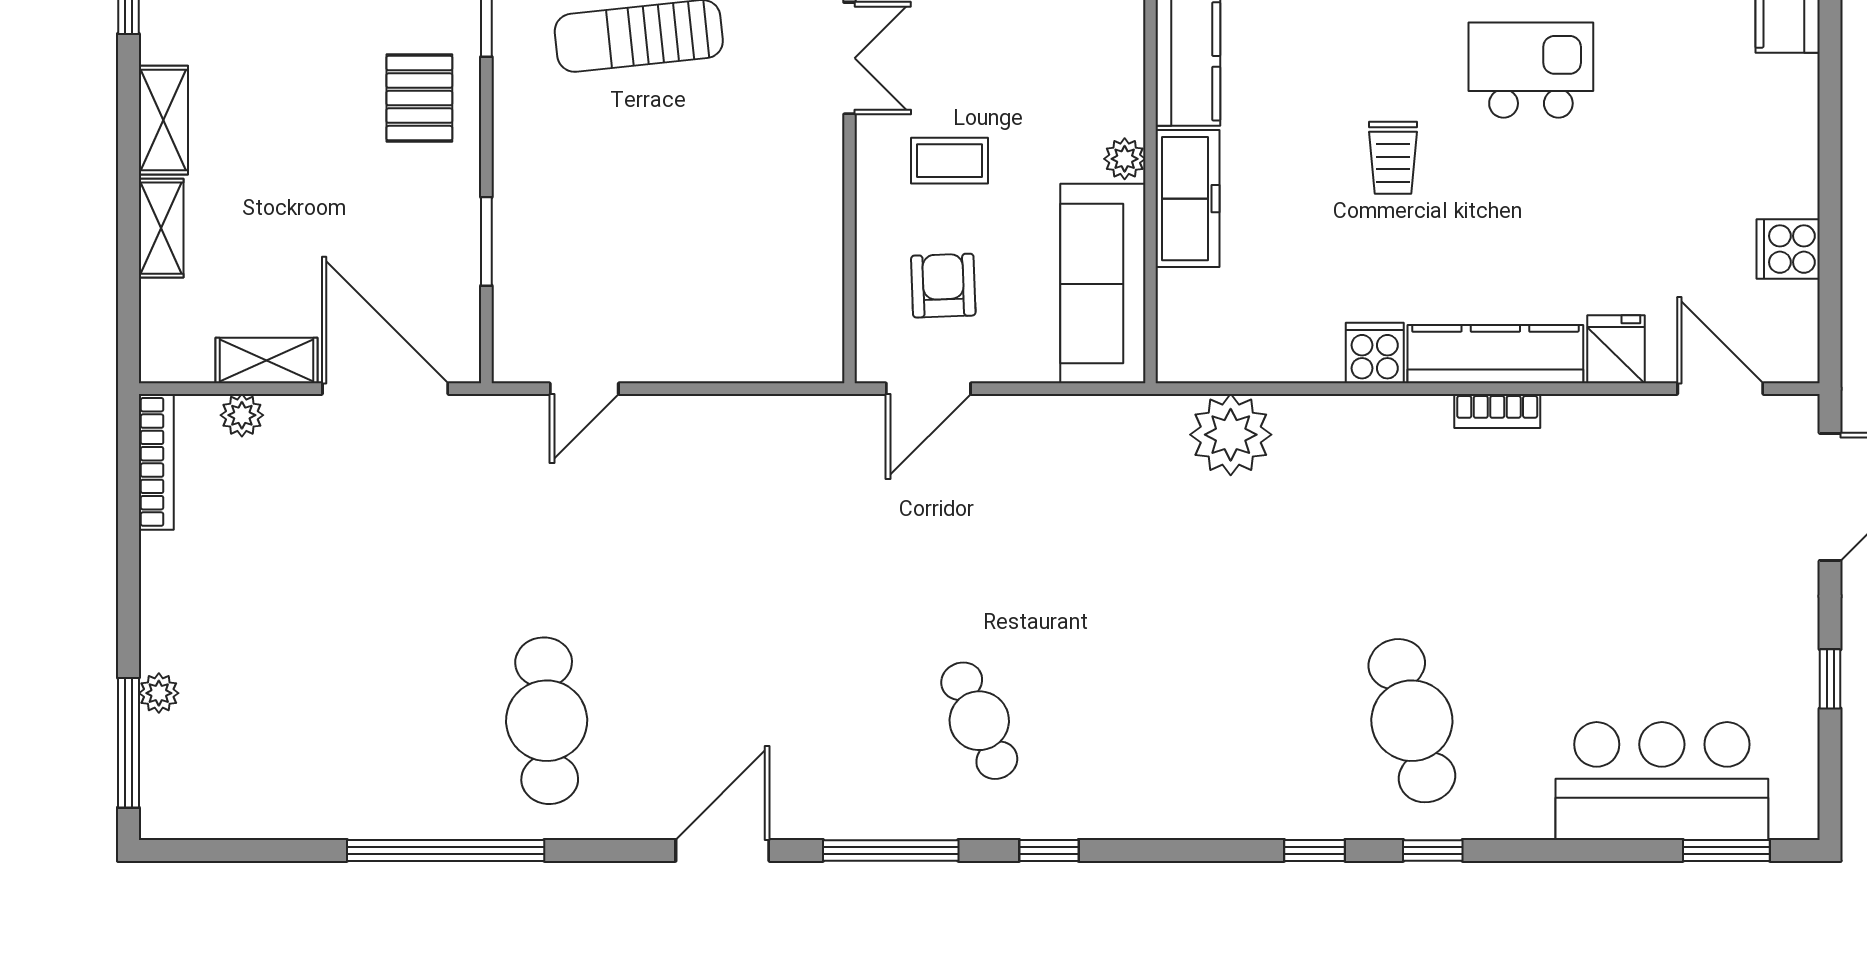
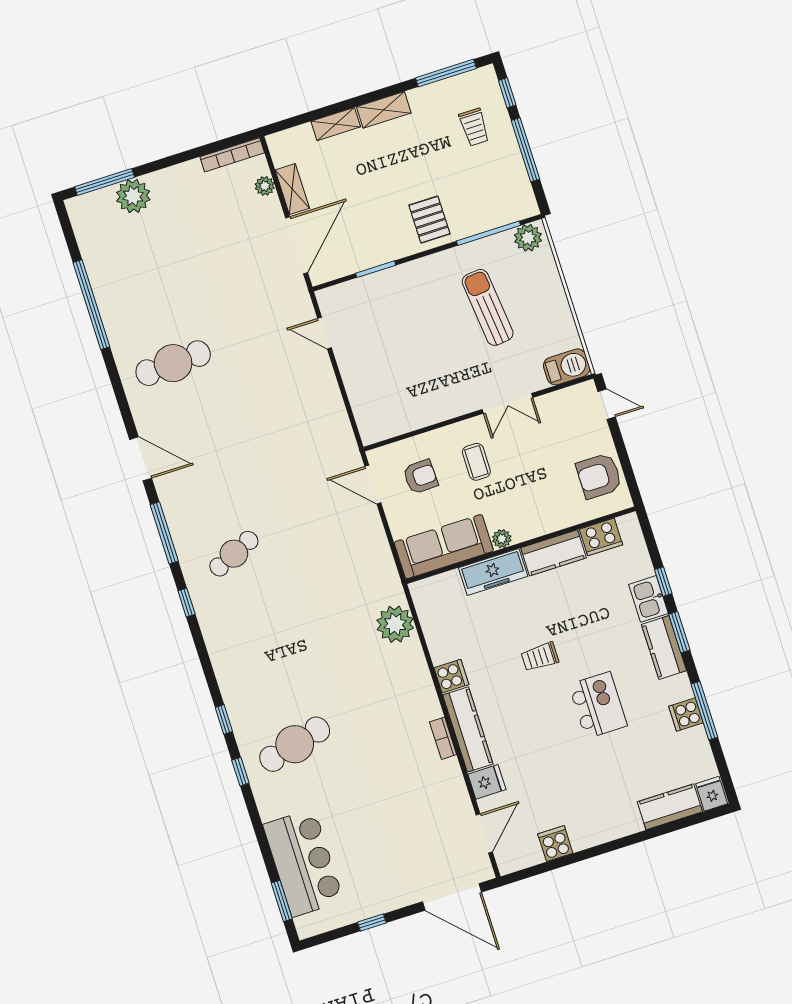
pallet: (419, 98) -> (429, 220), turned 90
plant: (159, 693) -> (133, 196), width x1.87, depth x1.87
window: (446, 850) -> (91, 305), moved

